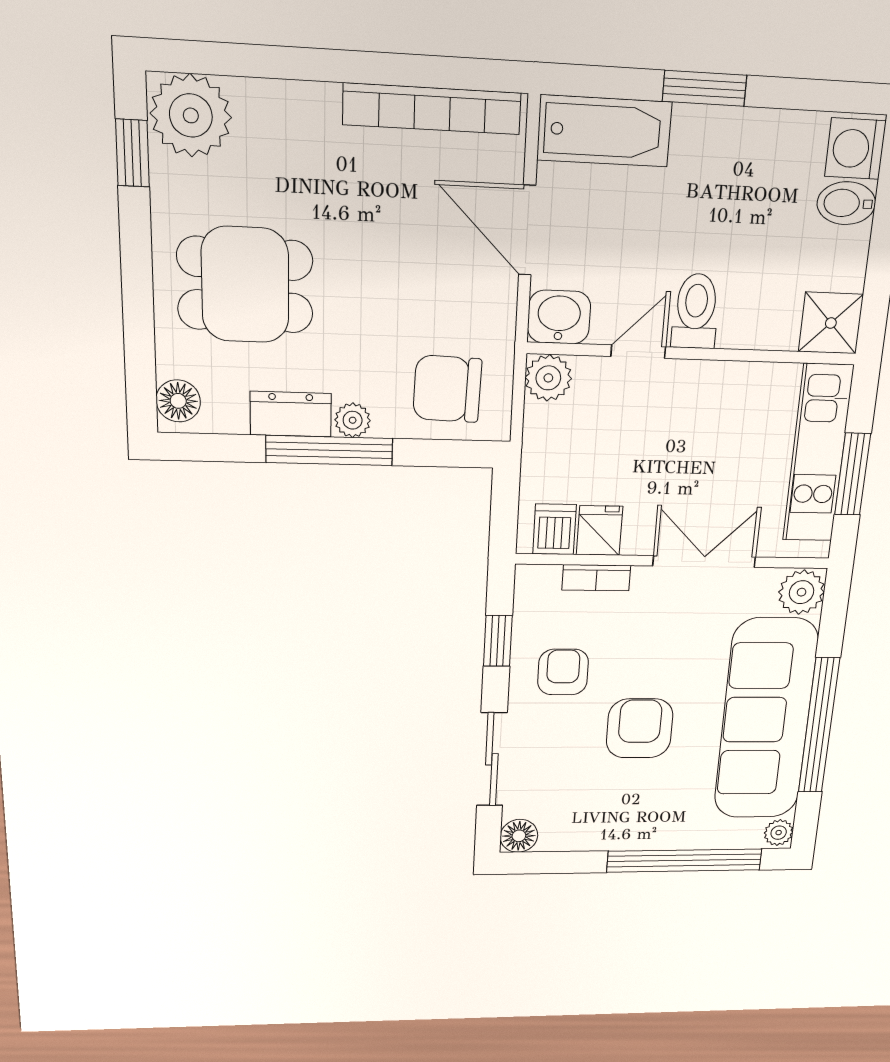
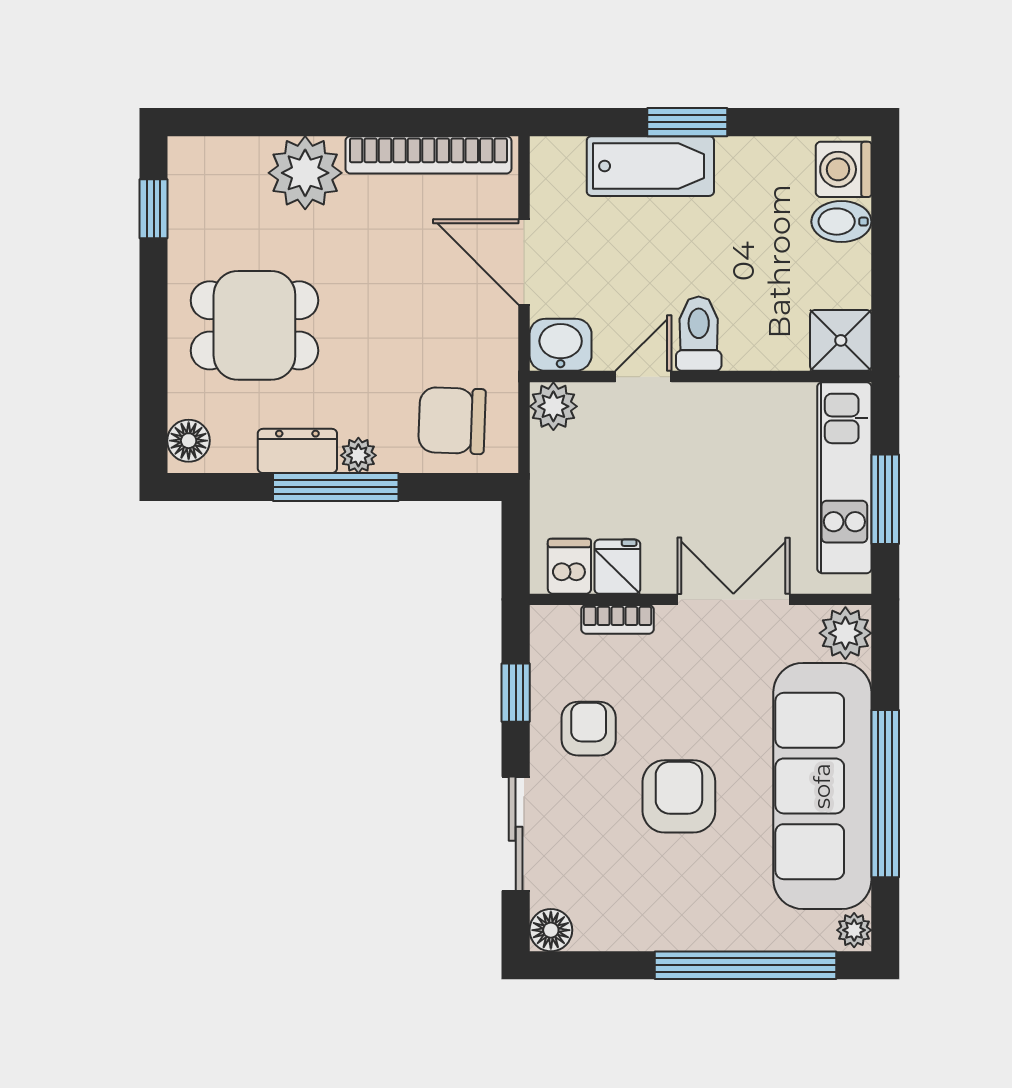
plant: (191, 115) -> (305, 173), moved
bathtub: (604, 131) -> (650, 166), moved

